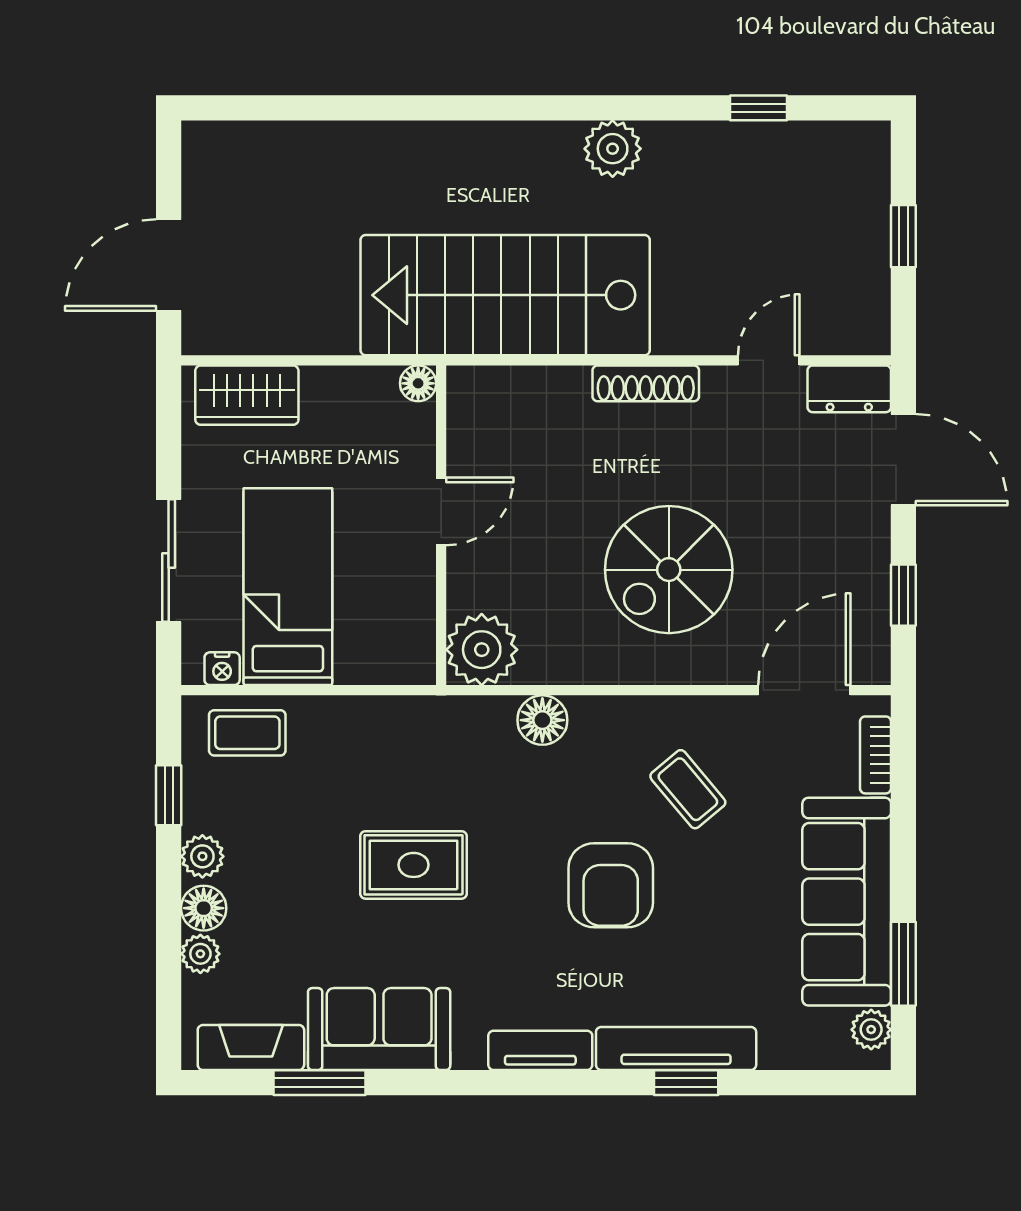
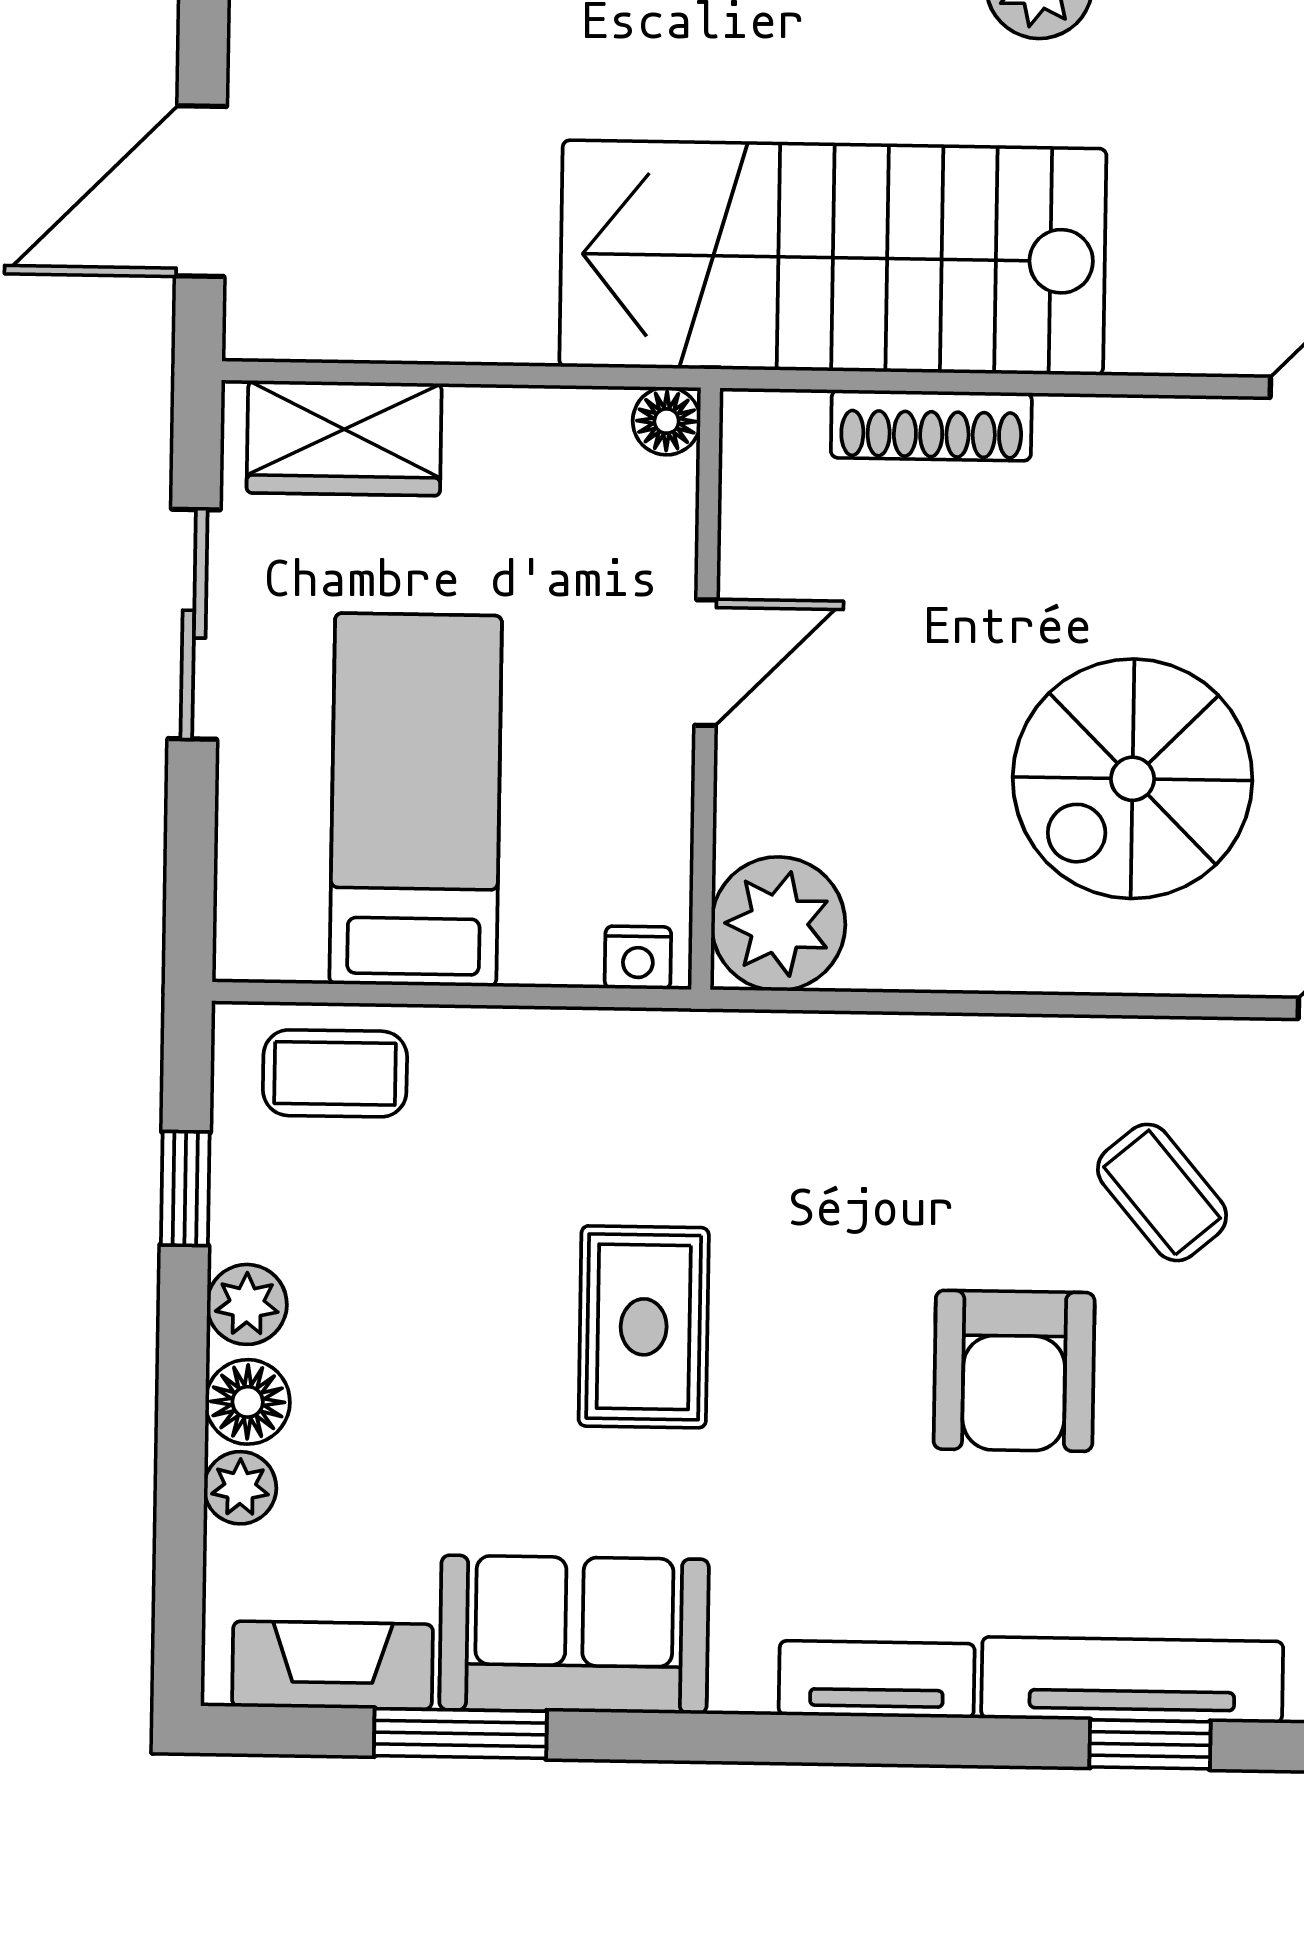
shoe rack: (646, 383) -> (931, 425), moved
sliding door: (169, 561) -> (194, 624), moved
nightstand: (222, 669) -> (638, 958), moved
floor lamp: (542, 720) -> (890, 1058), removed
rug: (413, 865) -> (644, 1327), turned 90

